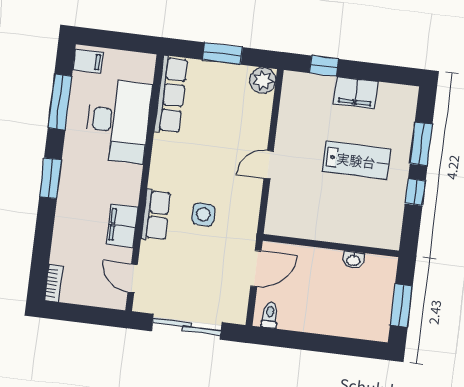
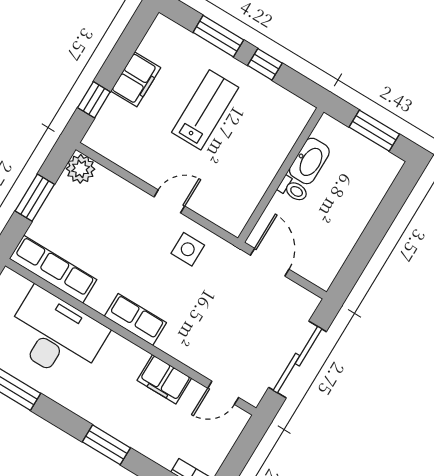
door: (269, 165) -> (169, 201), swing flipped
window: (50, 178) -> (106, 445), moved
side table: (203, 214) -> (188, 249), moved
row of seats: (156, 215) -> (135, 320), moved
washbasin: (353, 260) -> (309, 161), width x1.91, depth x1.45
toilet: (270, 315) -> (293, 189), moved, turned 180

